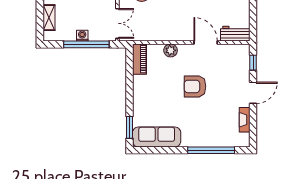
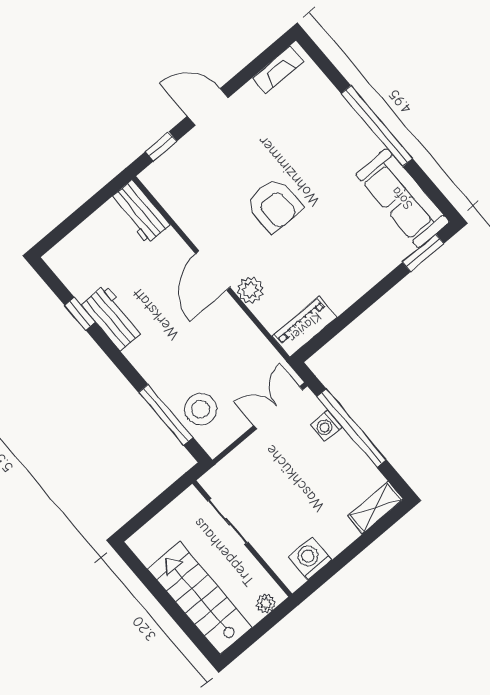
shelving: (49, 18) -> (376, 507), moved
washing machine: (82, 36) -> (326, 426), moved
door: (206, 42) -> (213, 270), moved
fireplace: (245, 120) -> (278, 70), moved
window: (211, 150) -> (377, 126), moved

